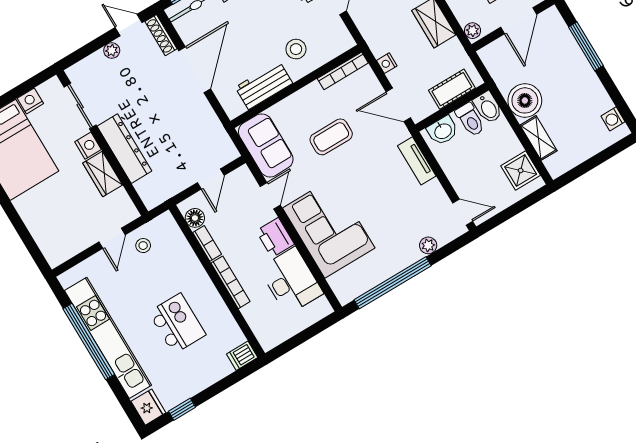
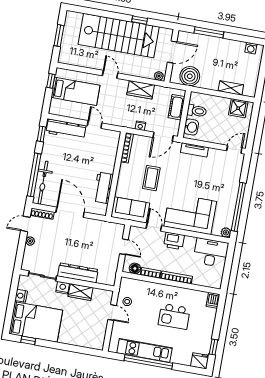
door: (519, 21) -> (172, 52), hinge flipped
stool: (296, 49) -> (100, 160), removed
boiler: (525, 100) -> (190, 76), moved
bidet: (488, 107) -> (198, 98), removed
plant: (428, 245) -> (226, 232), moved
desk: (291, 281) -> (211, 253), moved
kitchen island: (177, 323) -> (174, 316), turned 180
kitchen unit: (108, 338) -> (145, 350), width x0.73

